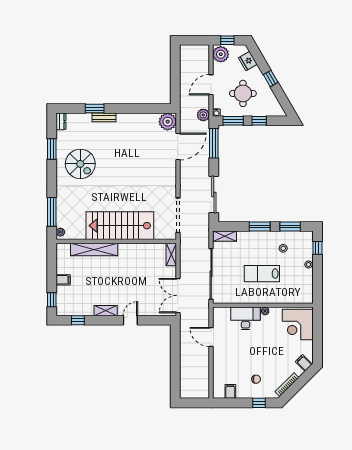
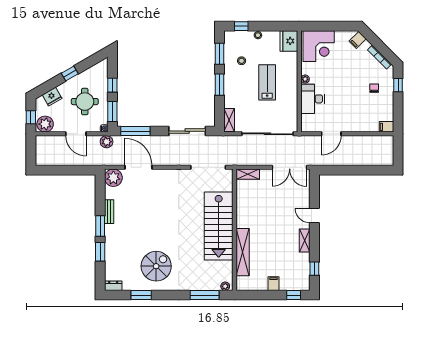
window: (120, 109) -> (100, 226), added
bench: (104, 117) -> (109, 212), moved
lab bench: (262, 274) -> (267, 82), turned 180
fridge: (303, 295) -> (289, 41), added
filing cabinet: (230, 391) -> (386, 127), moved

